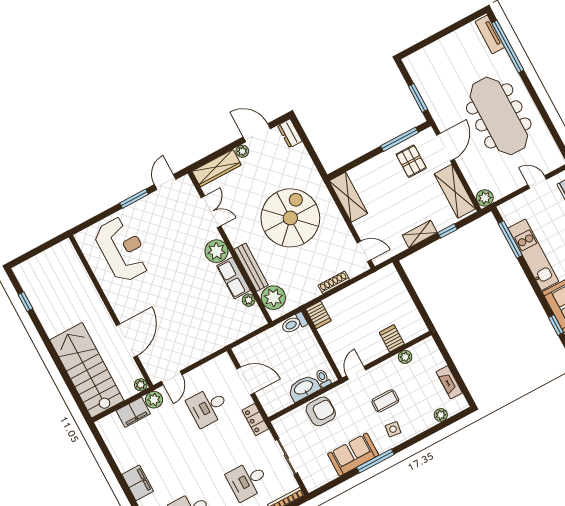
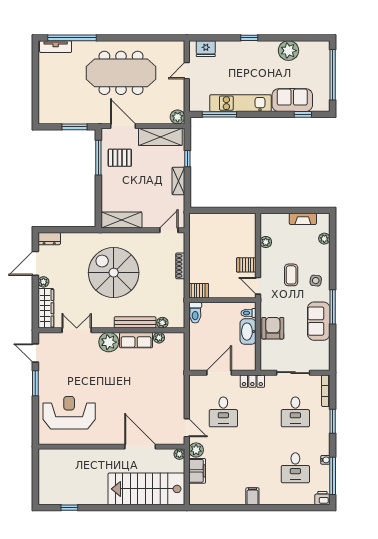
plant: (273, 298) -> (162, 323), width x0.53, depth x0.53
server rack: (392, 338) -> (246, 265), moved
filing cabinet: (138, 483) -> (252, 496), width x0.50

